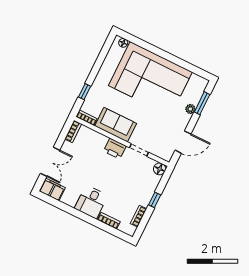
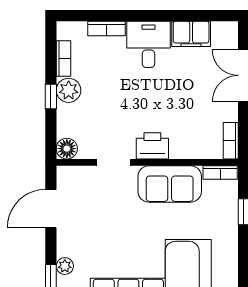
filing cabinet: (52, 189) -> (191, 34), moved
plant: (144, 198) -> (69, 90), added

